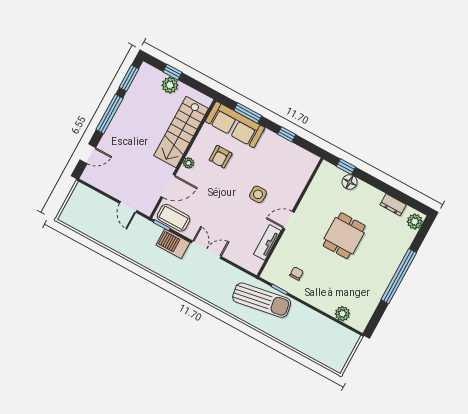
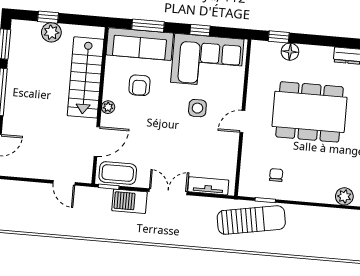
corner sofa: (282, 161) -> (207, 61), added
dining table: (344, 236) -> (309, 112), width x1.88, depth x1.24
tv unit: (267, 242) -> (208, 186), moved, turned 90

